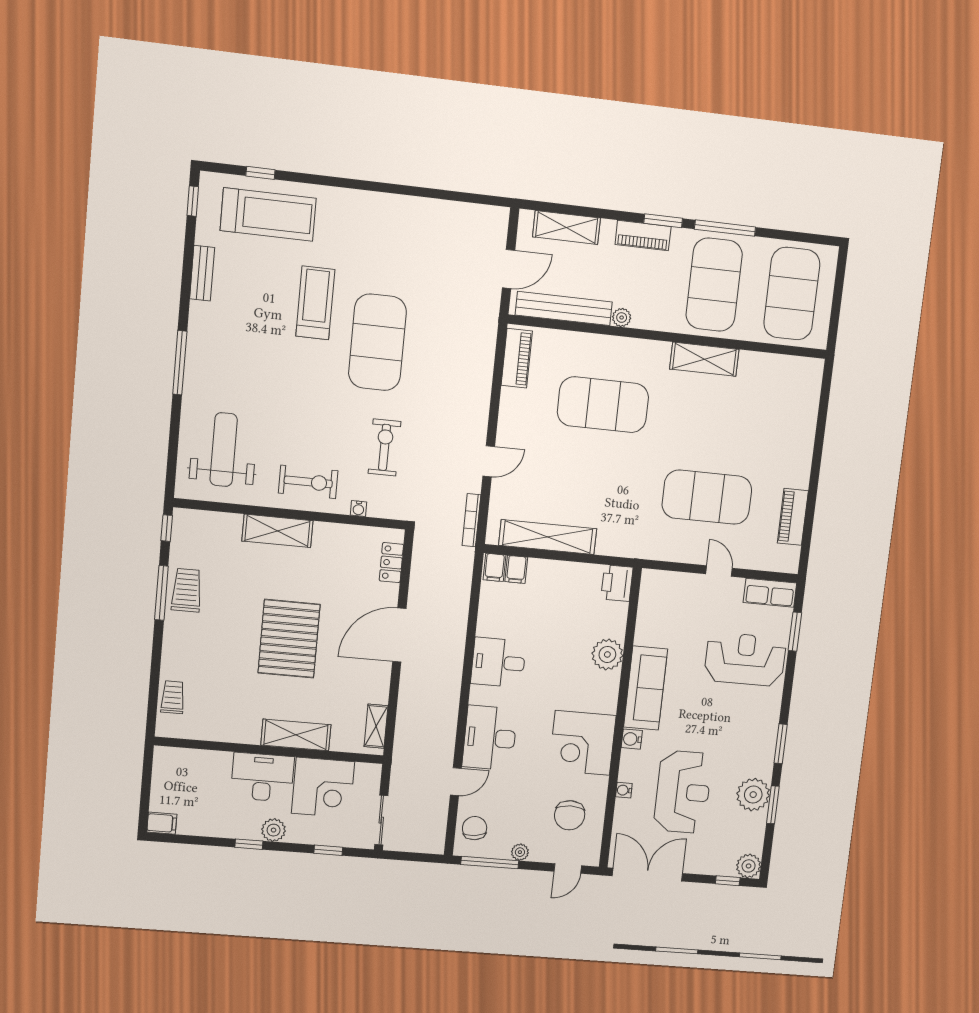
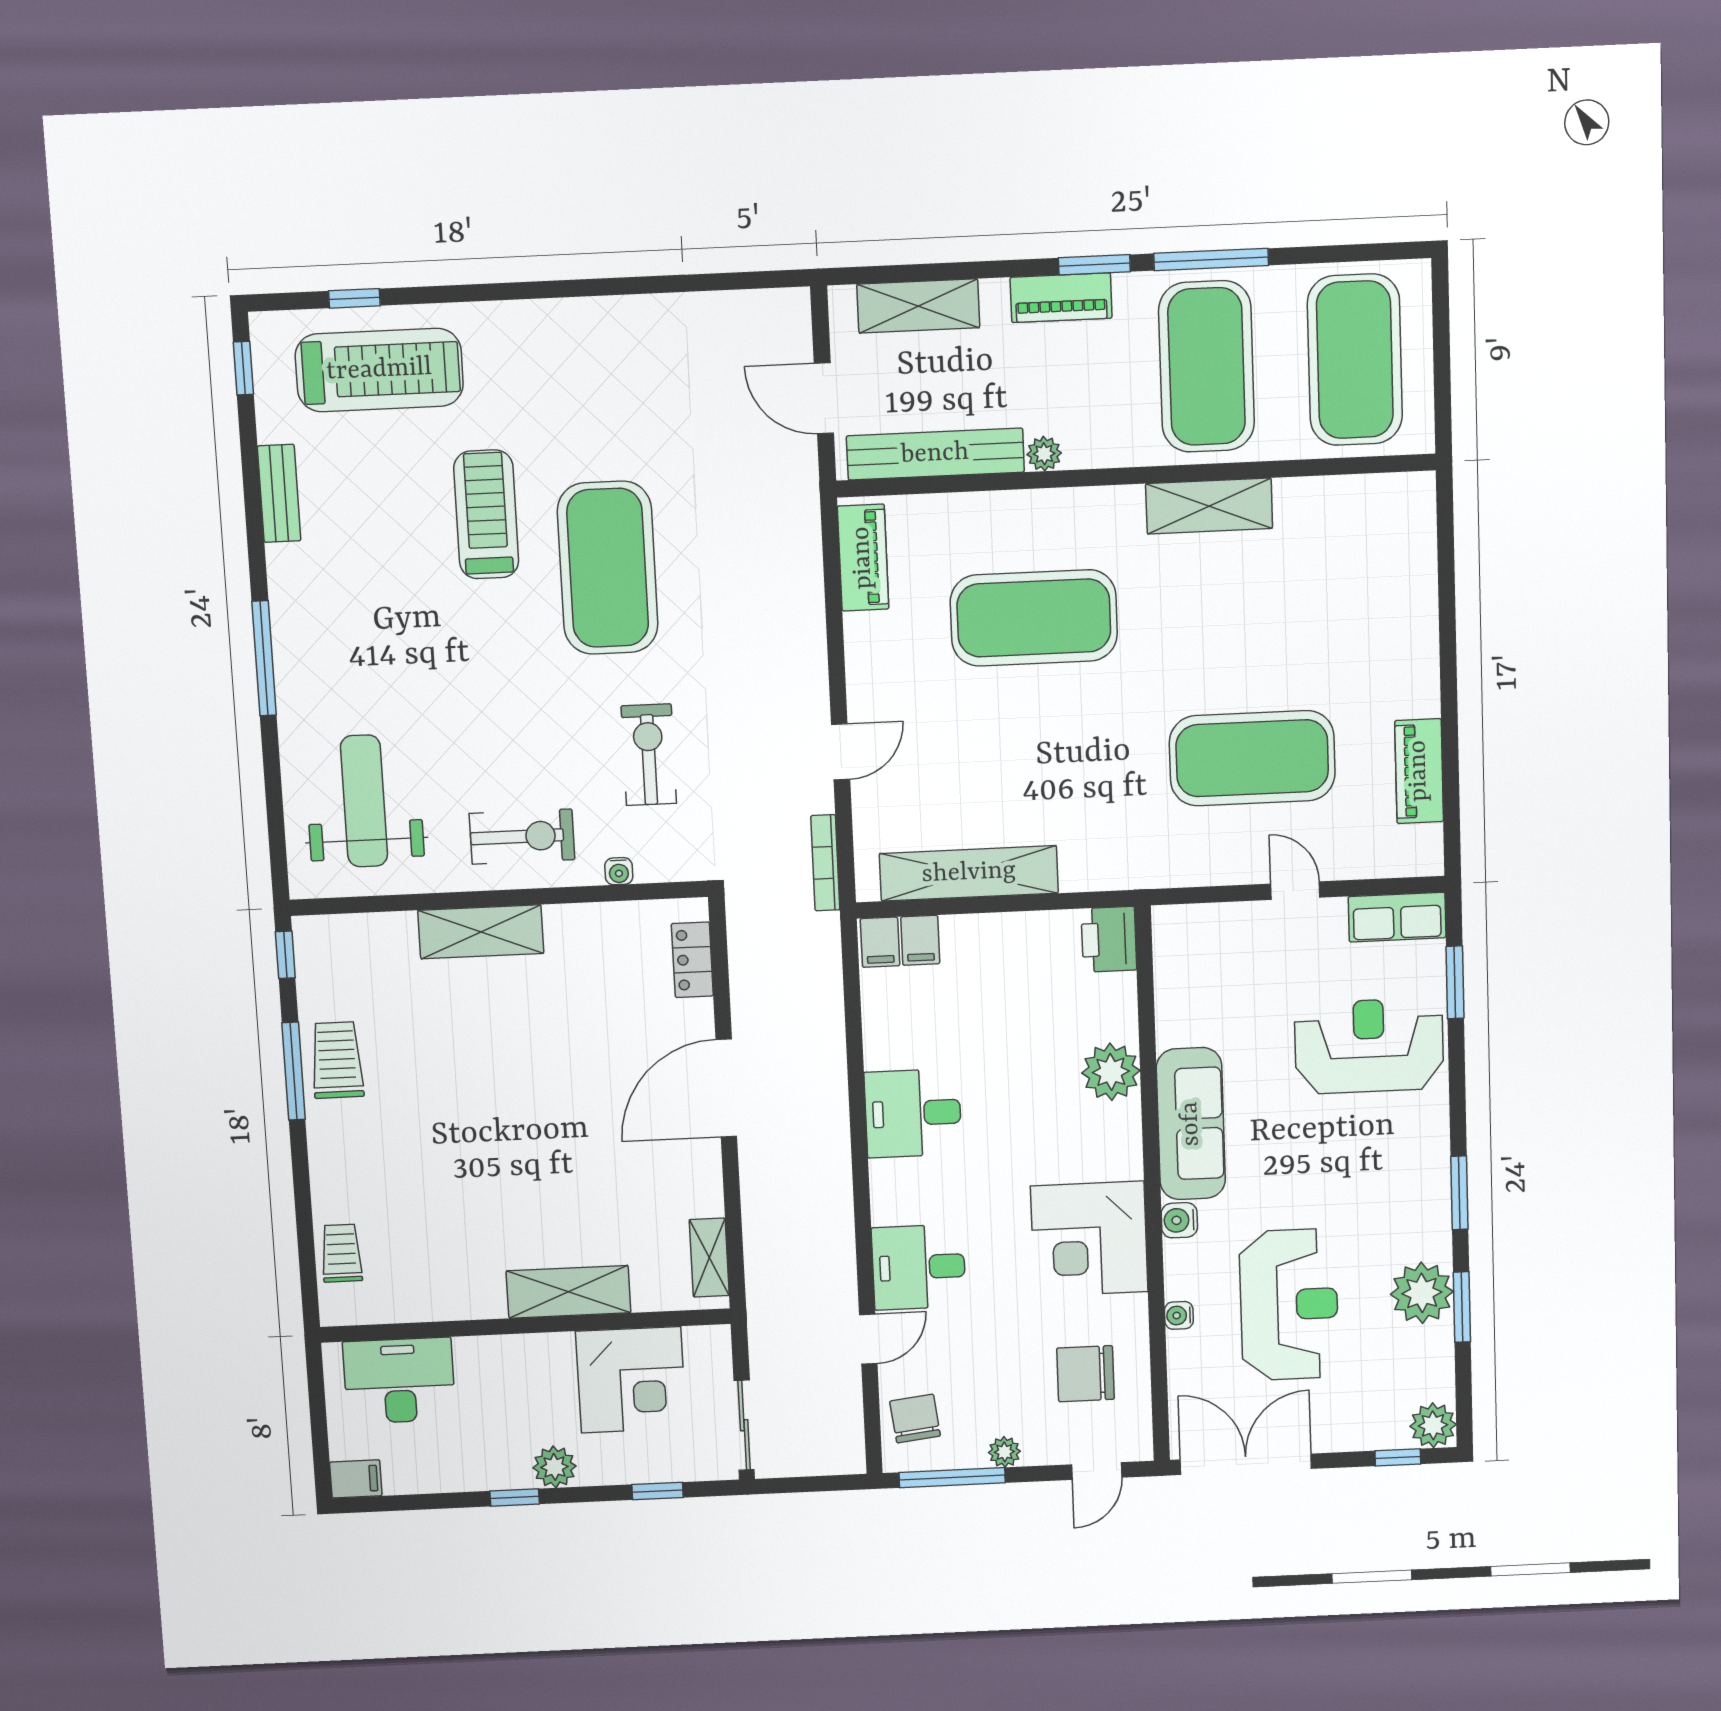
door: (509, 269) -> (824, 398), swing flipped
pallet: (289, 639) -> (530, 1122), removed
desk: (490, 738) -> (919, 1267), width x0.73
desk: (262, 777) -> (399, 1381), moved
chair: (570, 815) -> (1086, 1374), turned 90

